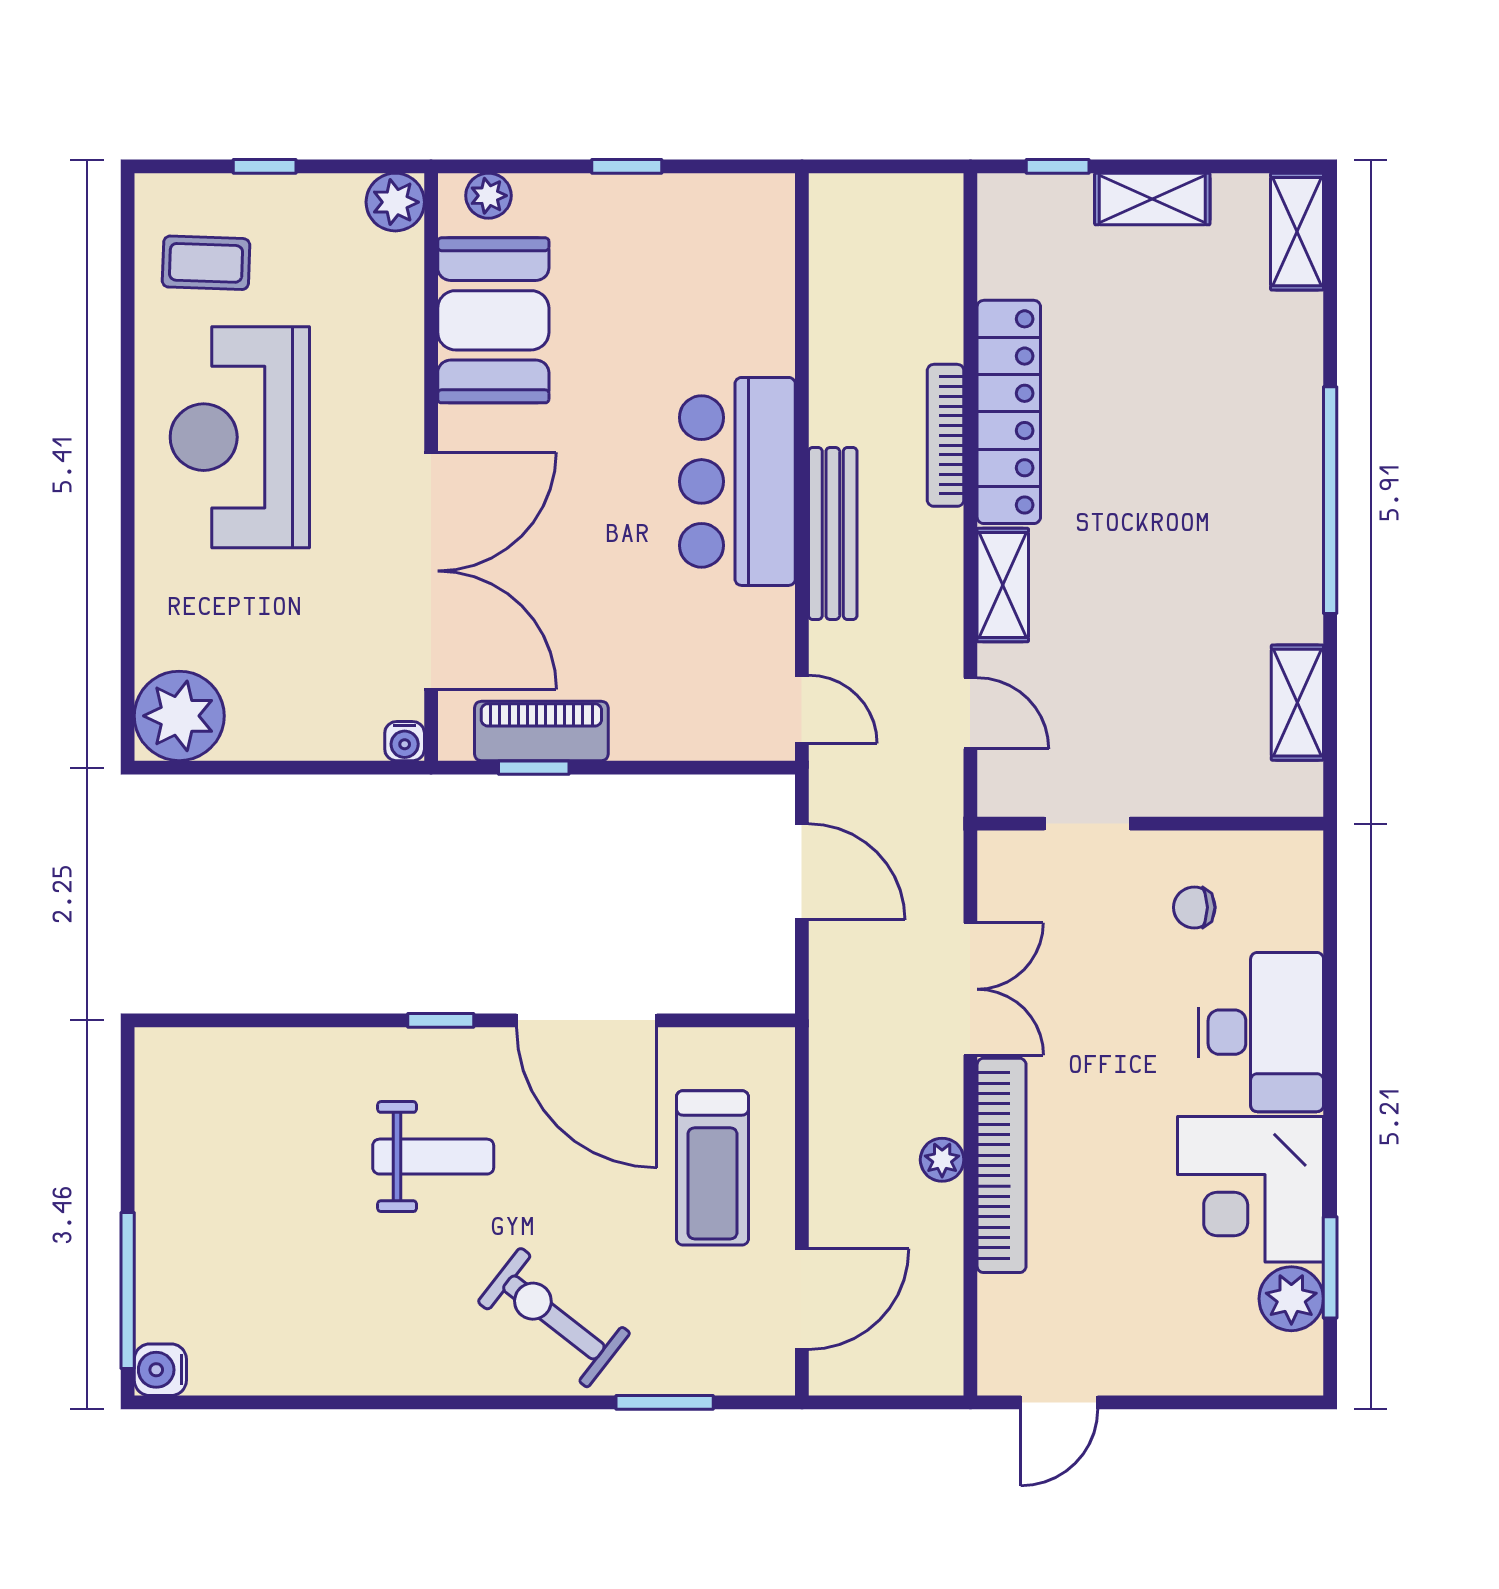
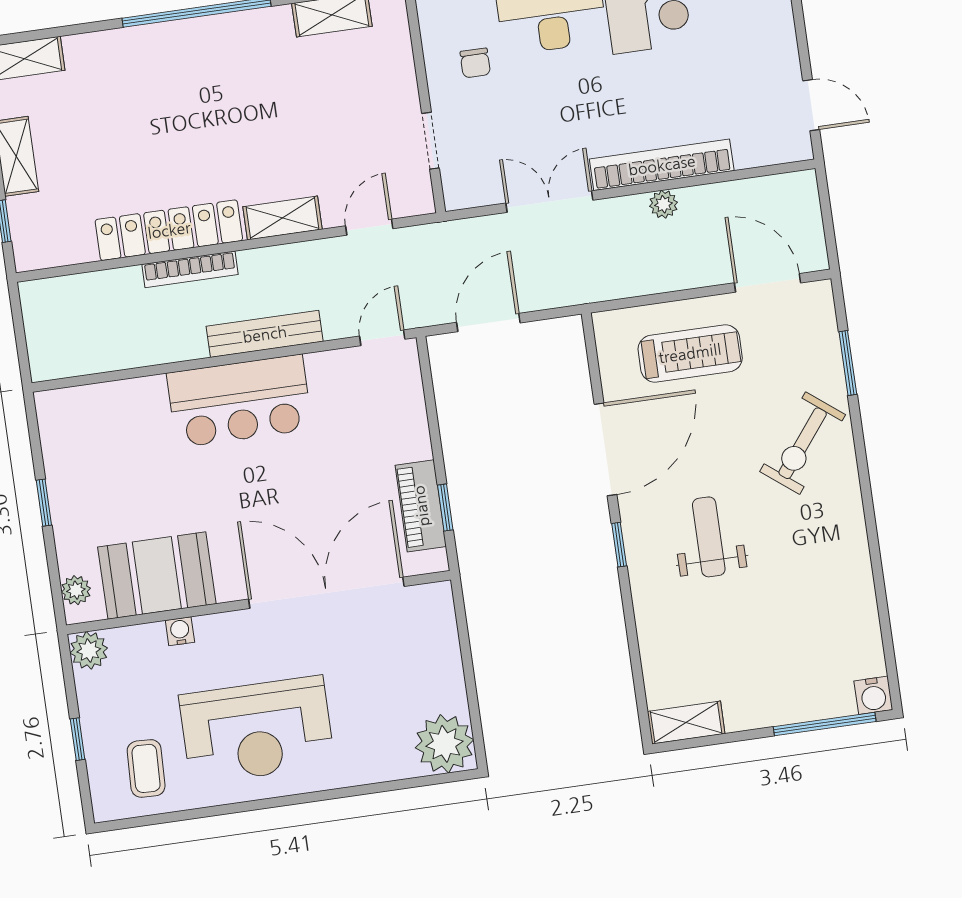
water cooler: (405, 741) -> (180, 631), moved, turned -90
shelving: (160, 1083) -> (686, 723), added

